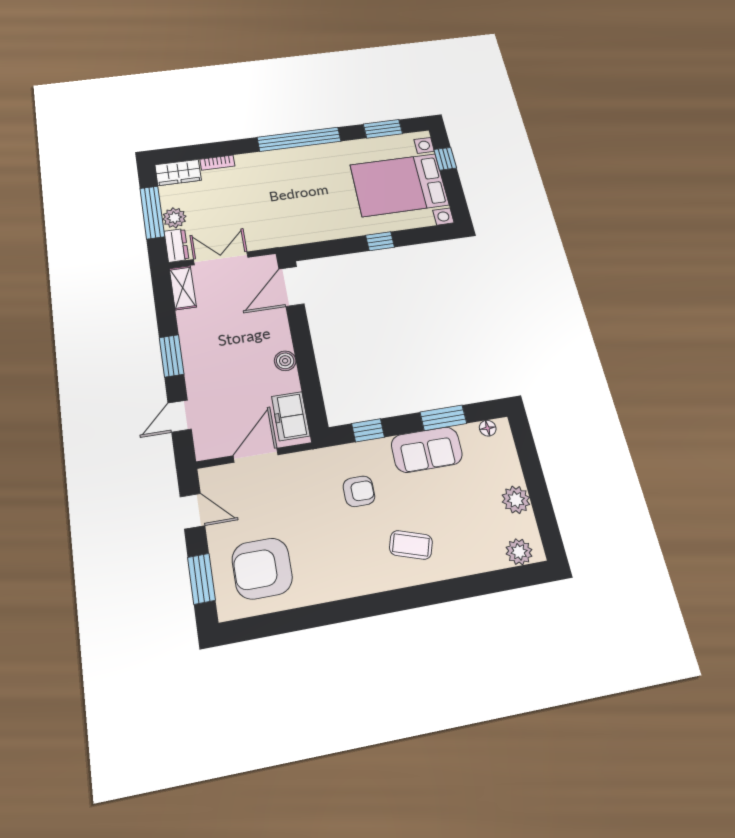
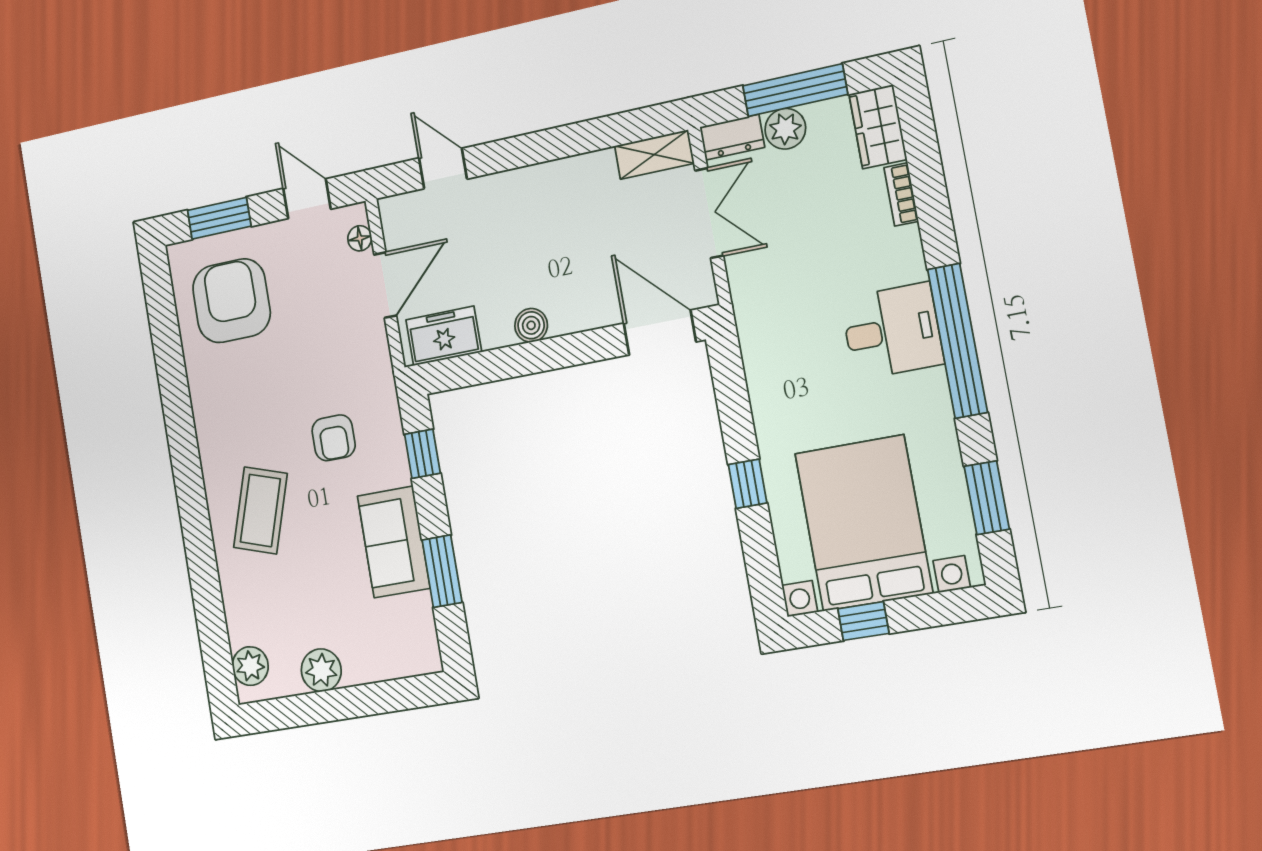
window: (445, 159) -> (863, 621), moved
desk: (293, 169) -> (892, 331), added
window: (171, 356) -> (537, 147), removed
floor lamp: (488, 428) -> (360, 238), moved
door: (256, 455) -> (385, 285), hinge flipped
door: (192, 511) -> (307, 199), swing flipped
coffee table: (411, 545) -> (260, 510), width x1.36, depth x1.30

